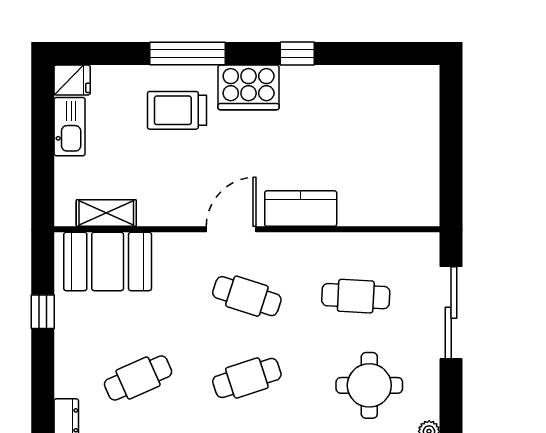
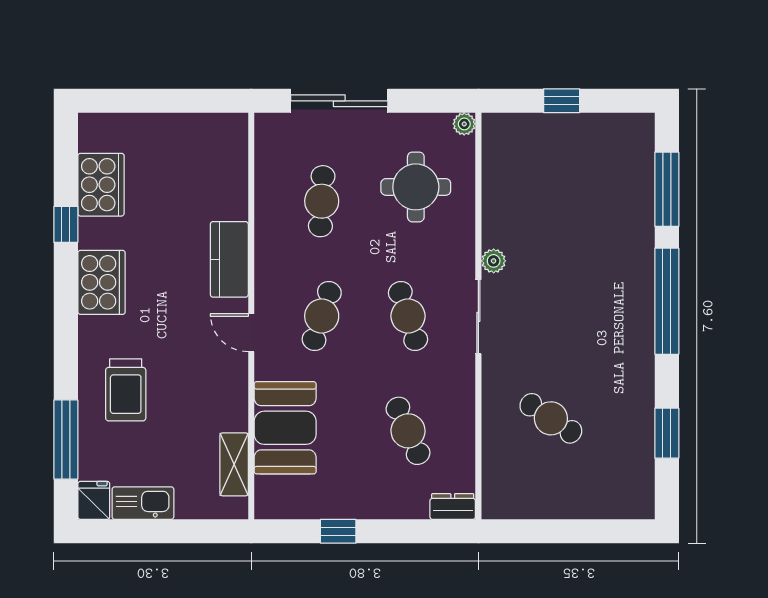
window: (187, 54) -> (66, 439), moved
window: (297, 54) -> (66, 224), moved
cooker: (249, 87) -> (101, 282), moved
cooker: (371, 87) -> (101, 185), added
door: (231, 229) -> (251, 333), width x0.73
booth: (108, 261) -> (285, 428), moved

